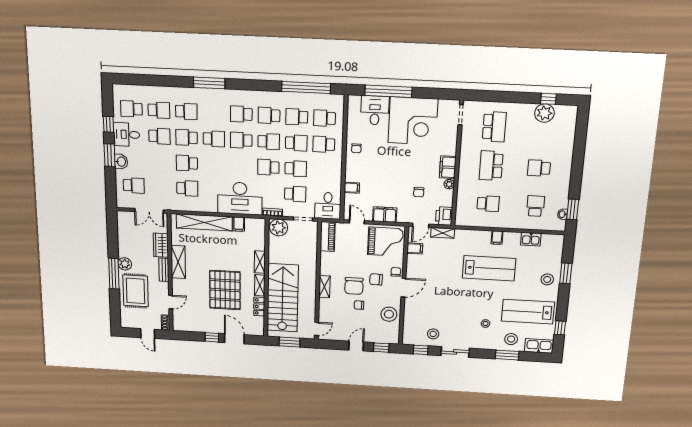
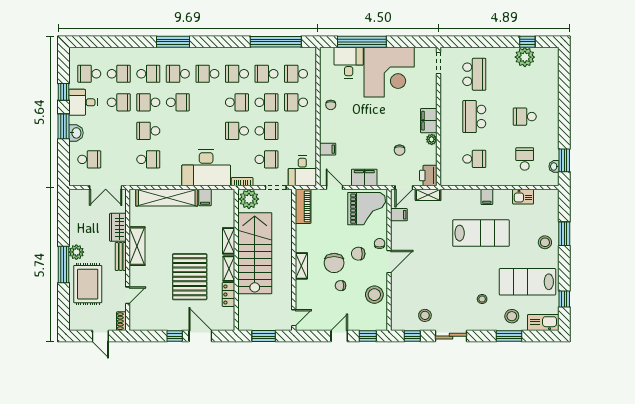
school desk: (241, 140) -> (178, 74), moved
stairs: (283, 298) -> (255, 253), moved

